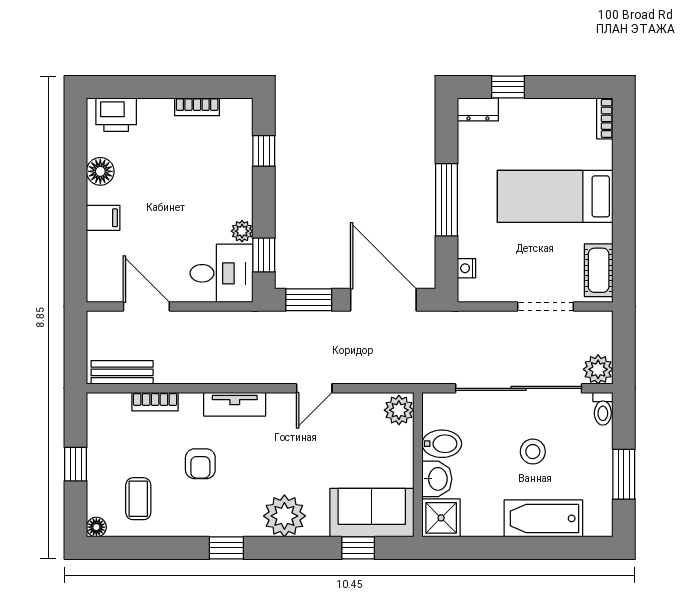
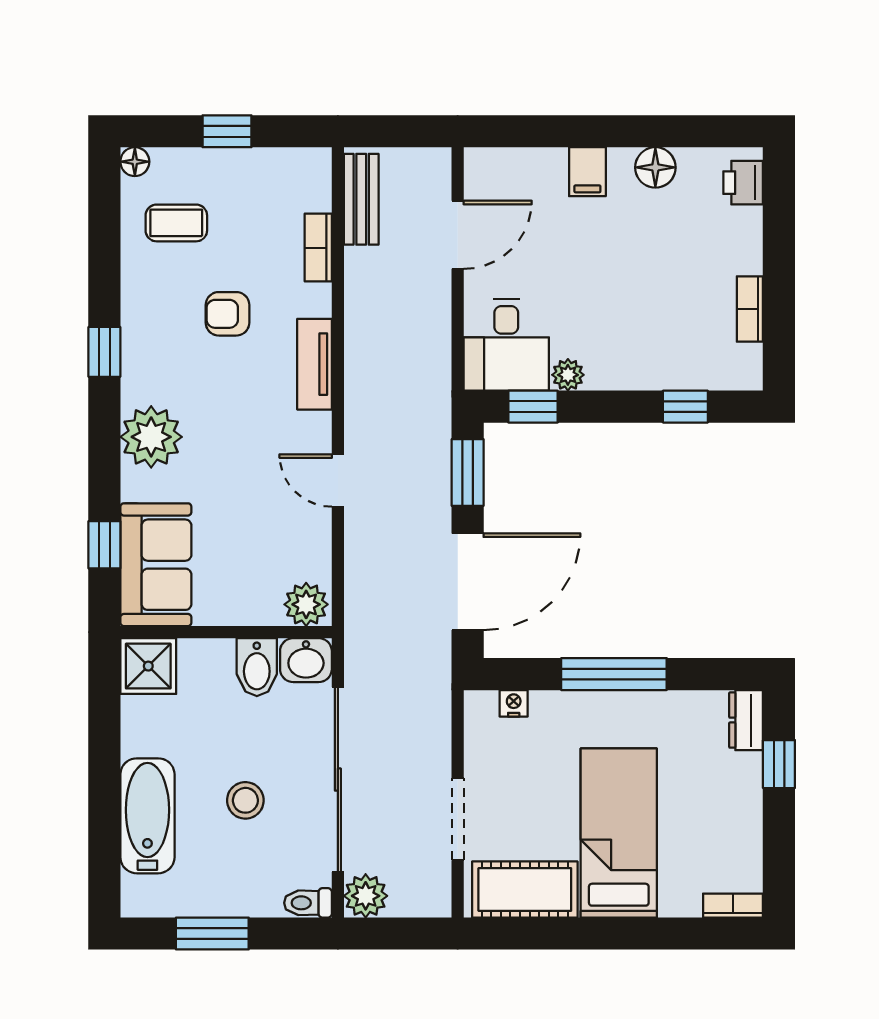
printer: (116, 115) -> (743, 183), width x0.73, depth x0.81
cot: (599, 270) -> (525, 890), width x1.37, depth x1.34
washbasin: (437, 479) -> (306, 660), moved

